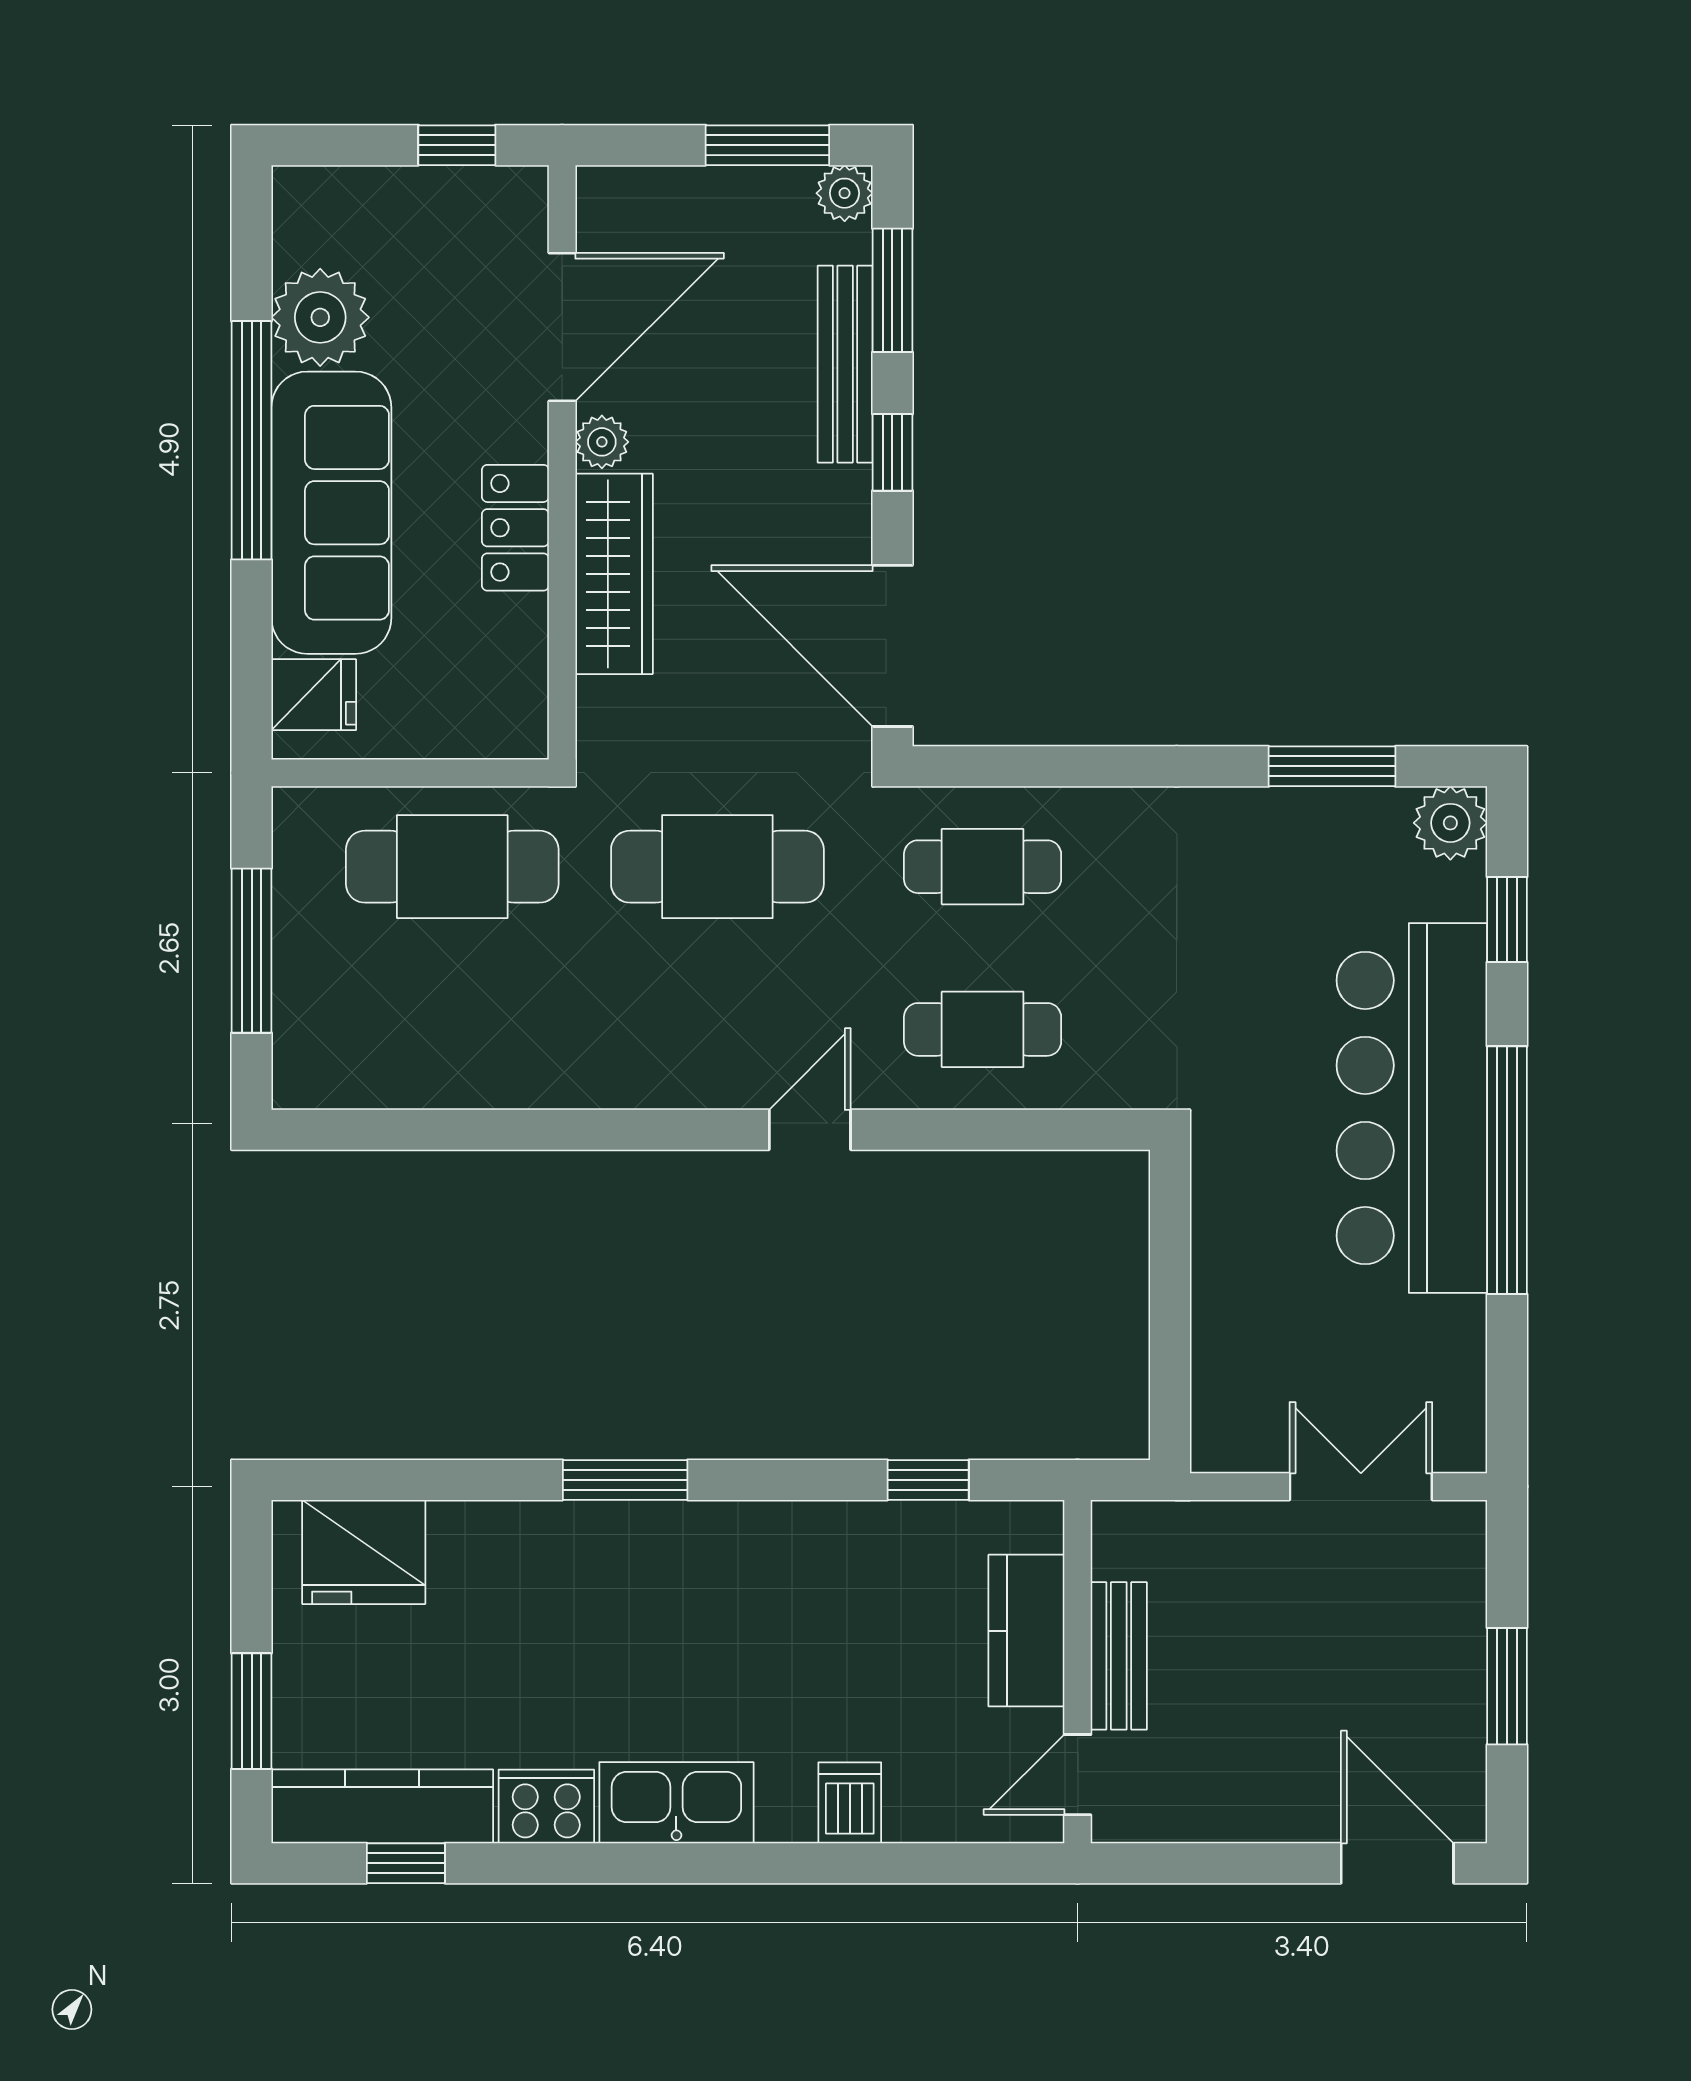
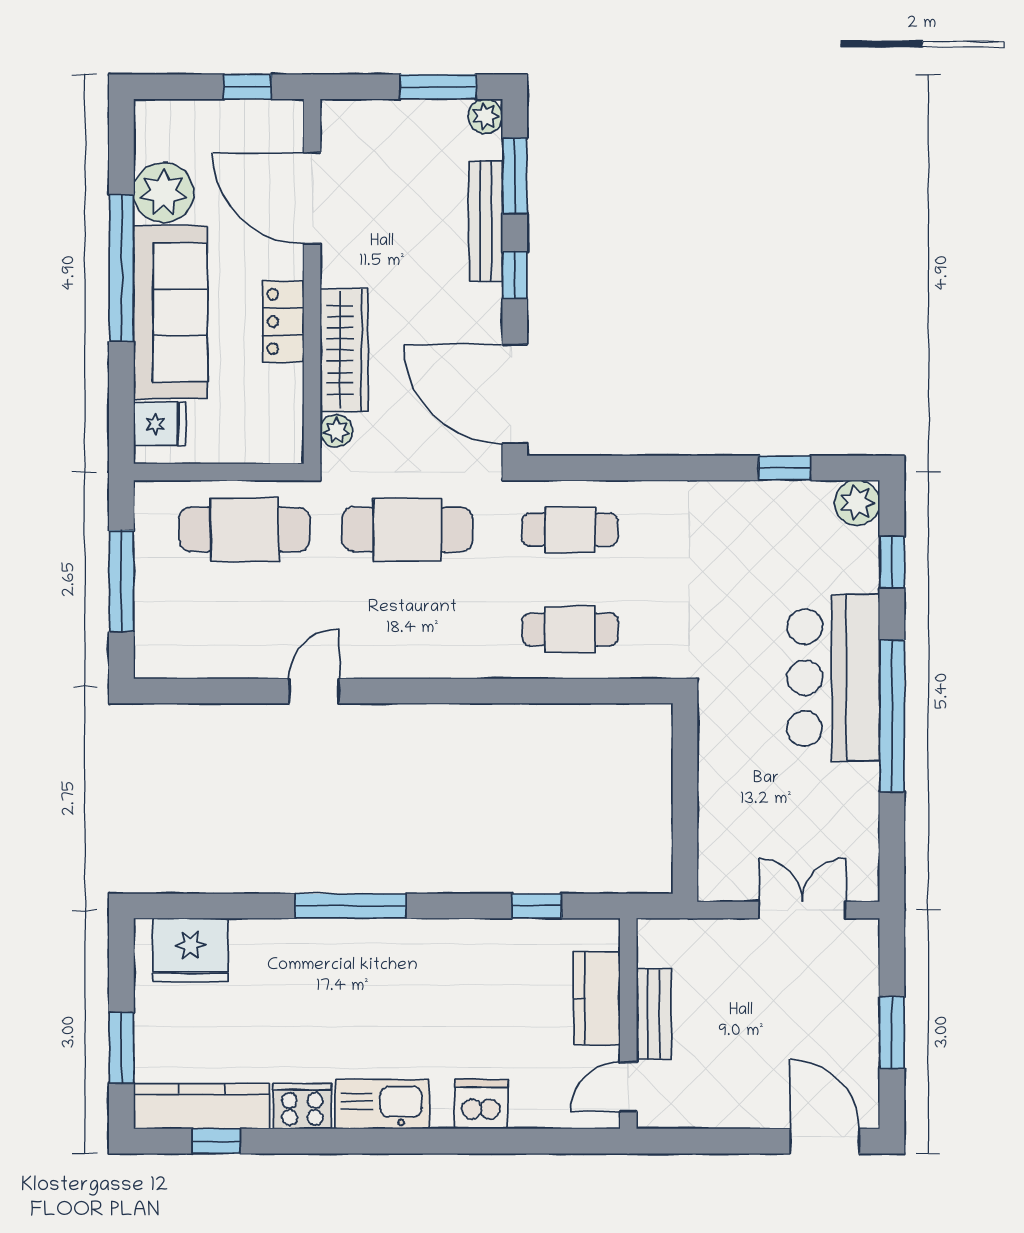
door: (562, 327) -> (312, 198), swing flipped
plant: (602, 442) -> (336, 431), moved
window: (1332, 766) -> (784, 468), width x0.67
bar counter: (1412, 1108) -> (833, 678), width x0.73
door: (810, 1130) -> (314, 691), moved
window: (625, 1480) -> (351, 906), width x1.44
dishwasher: (850, 1803) -> (481, 1104), width x1.38

